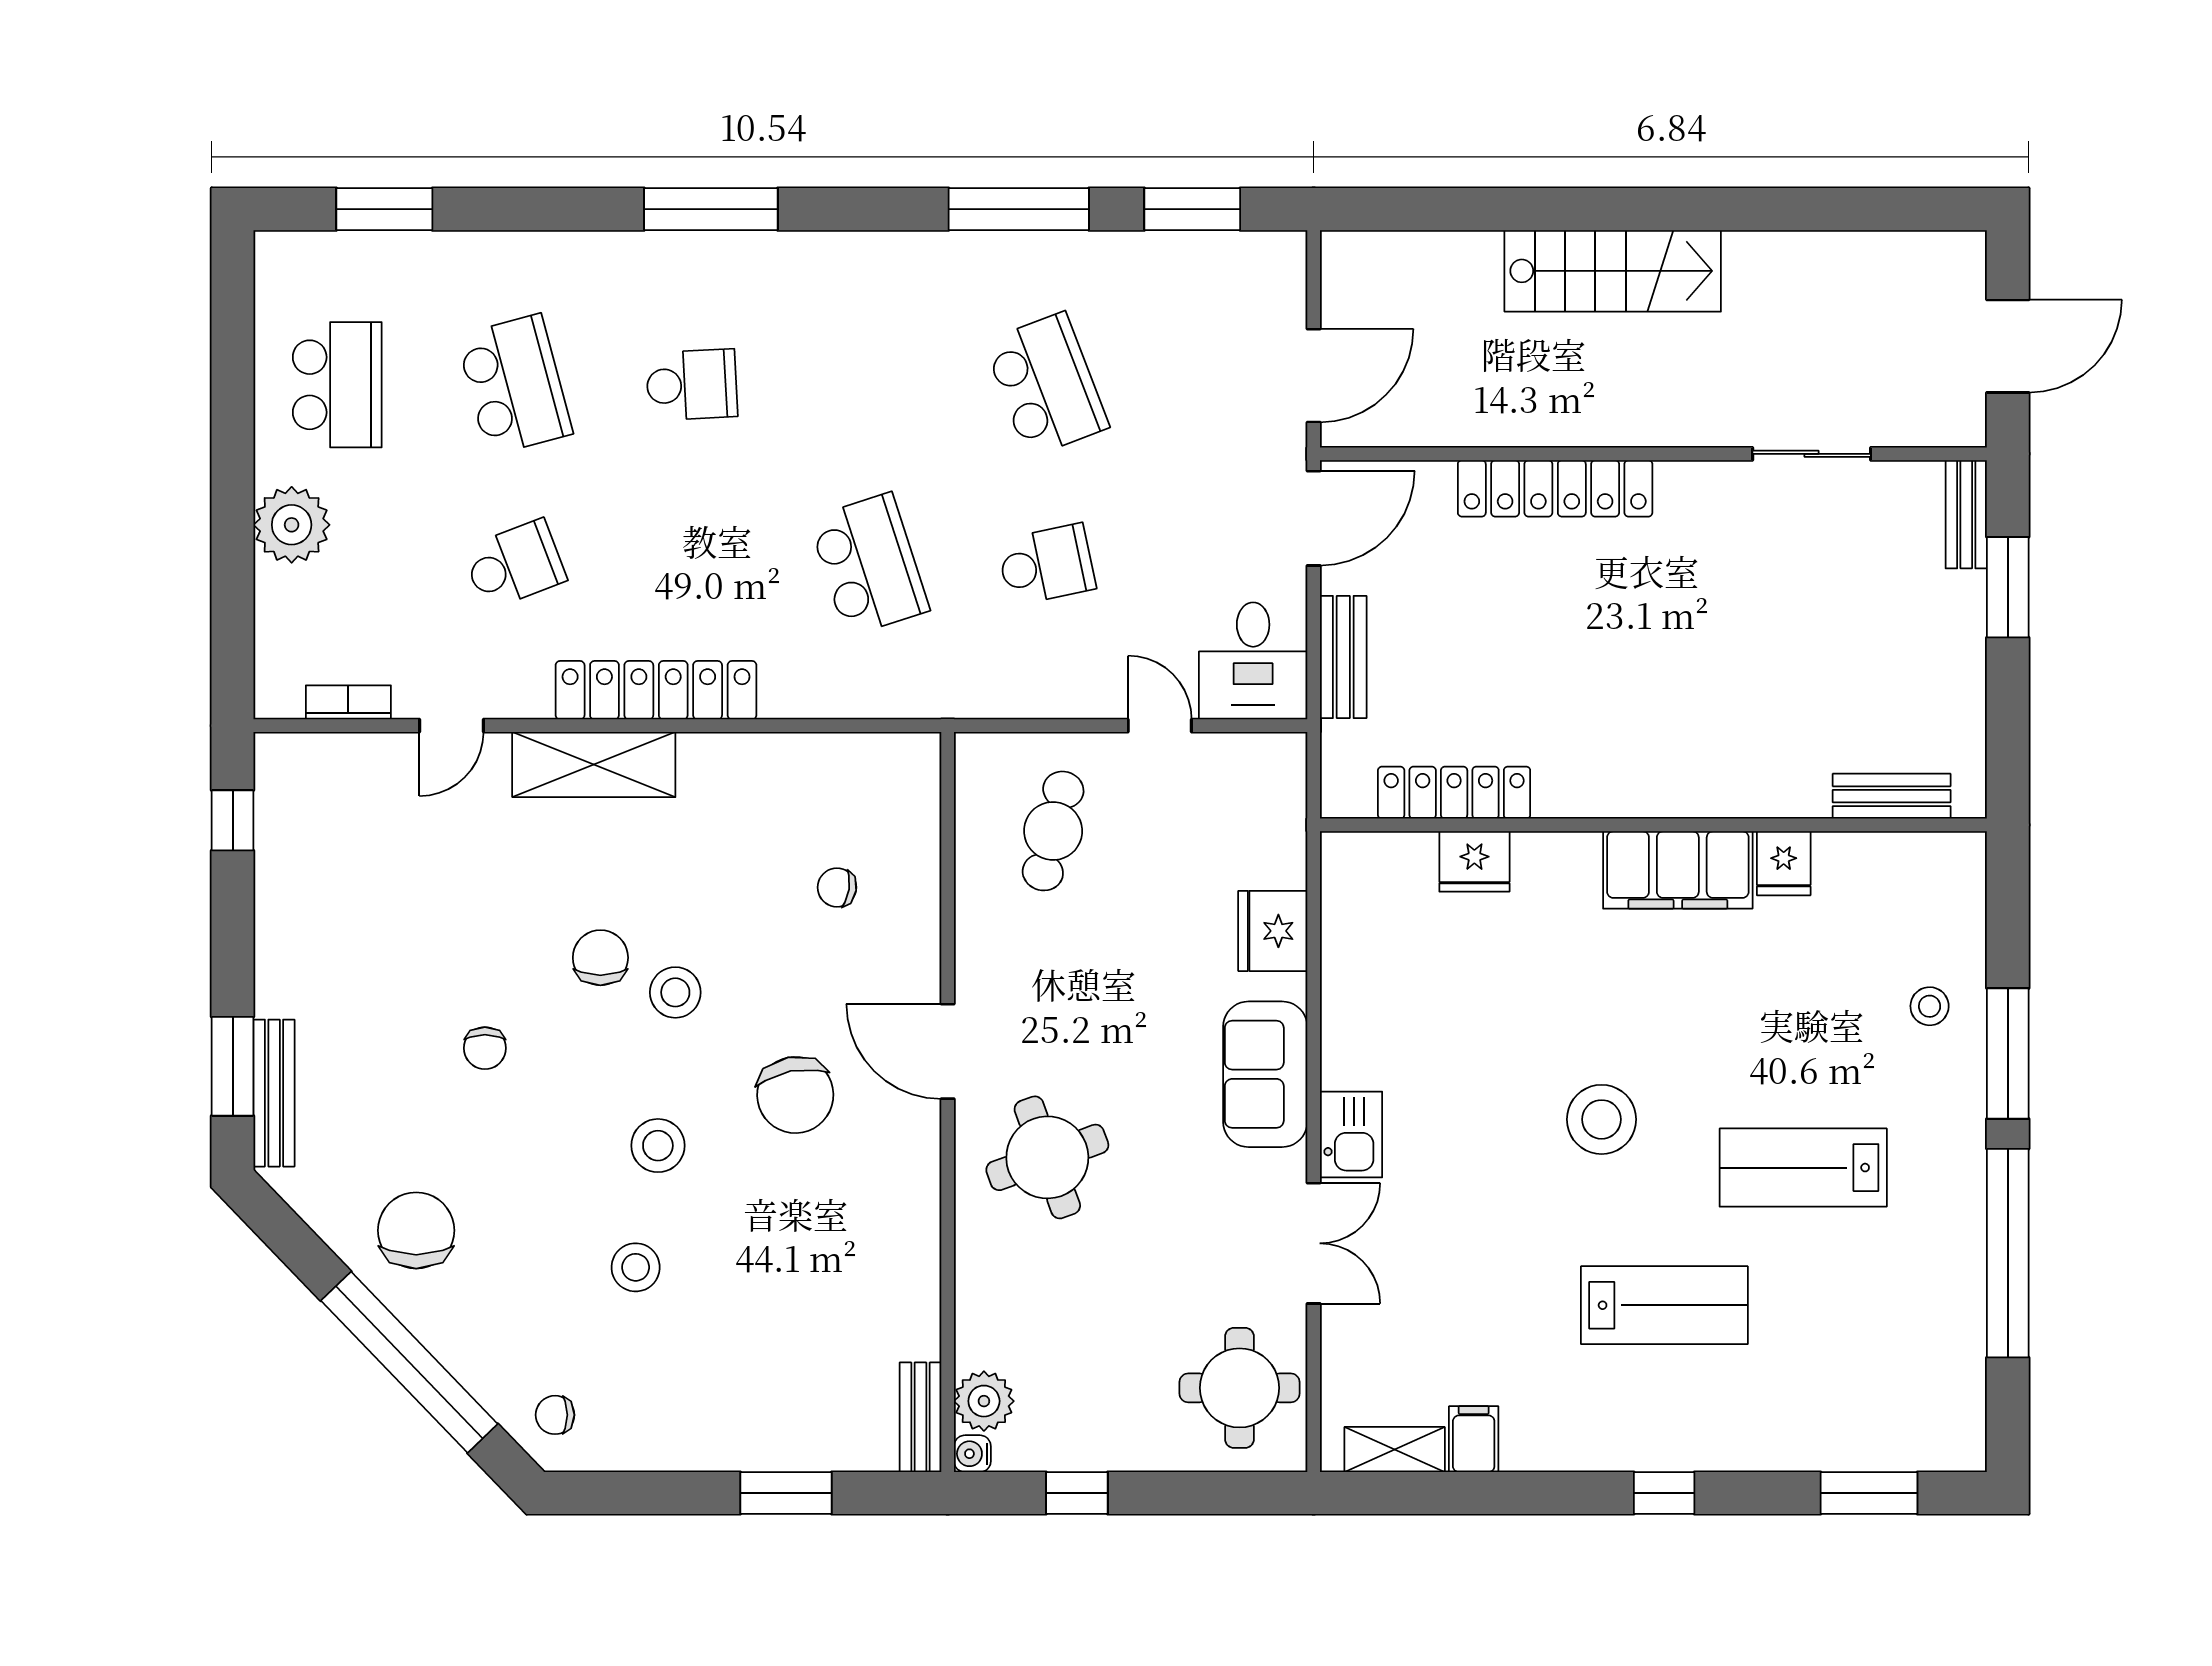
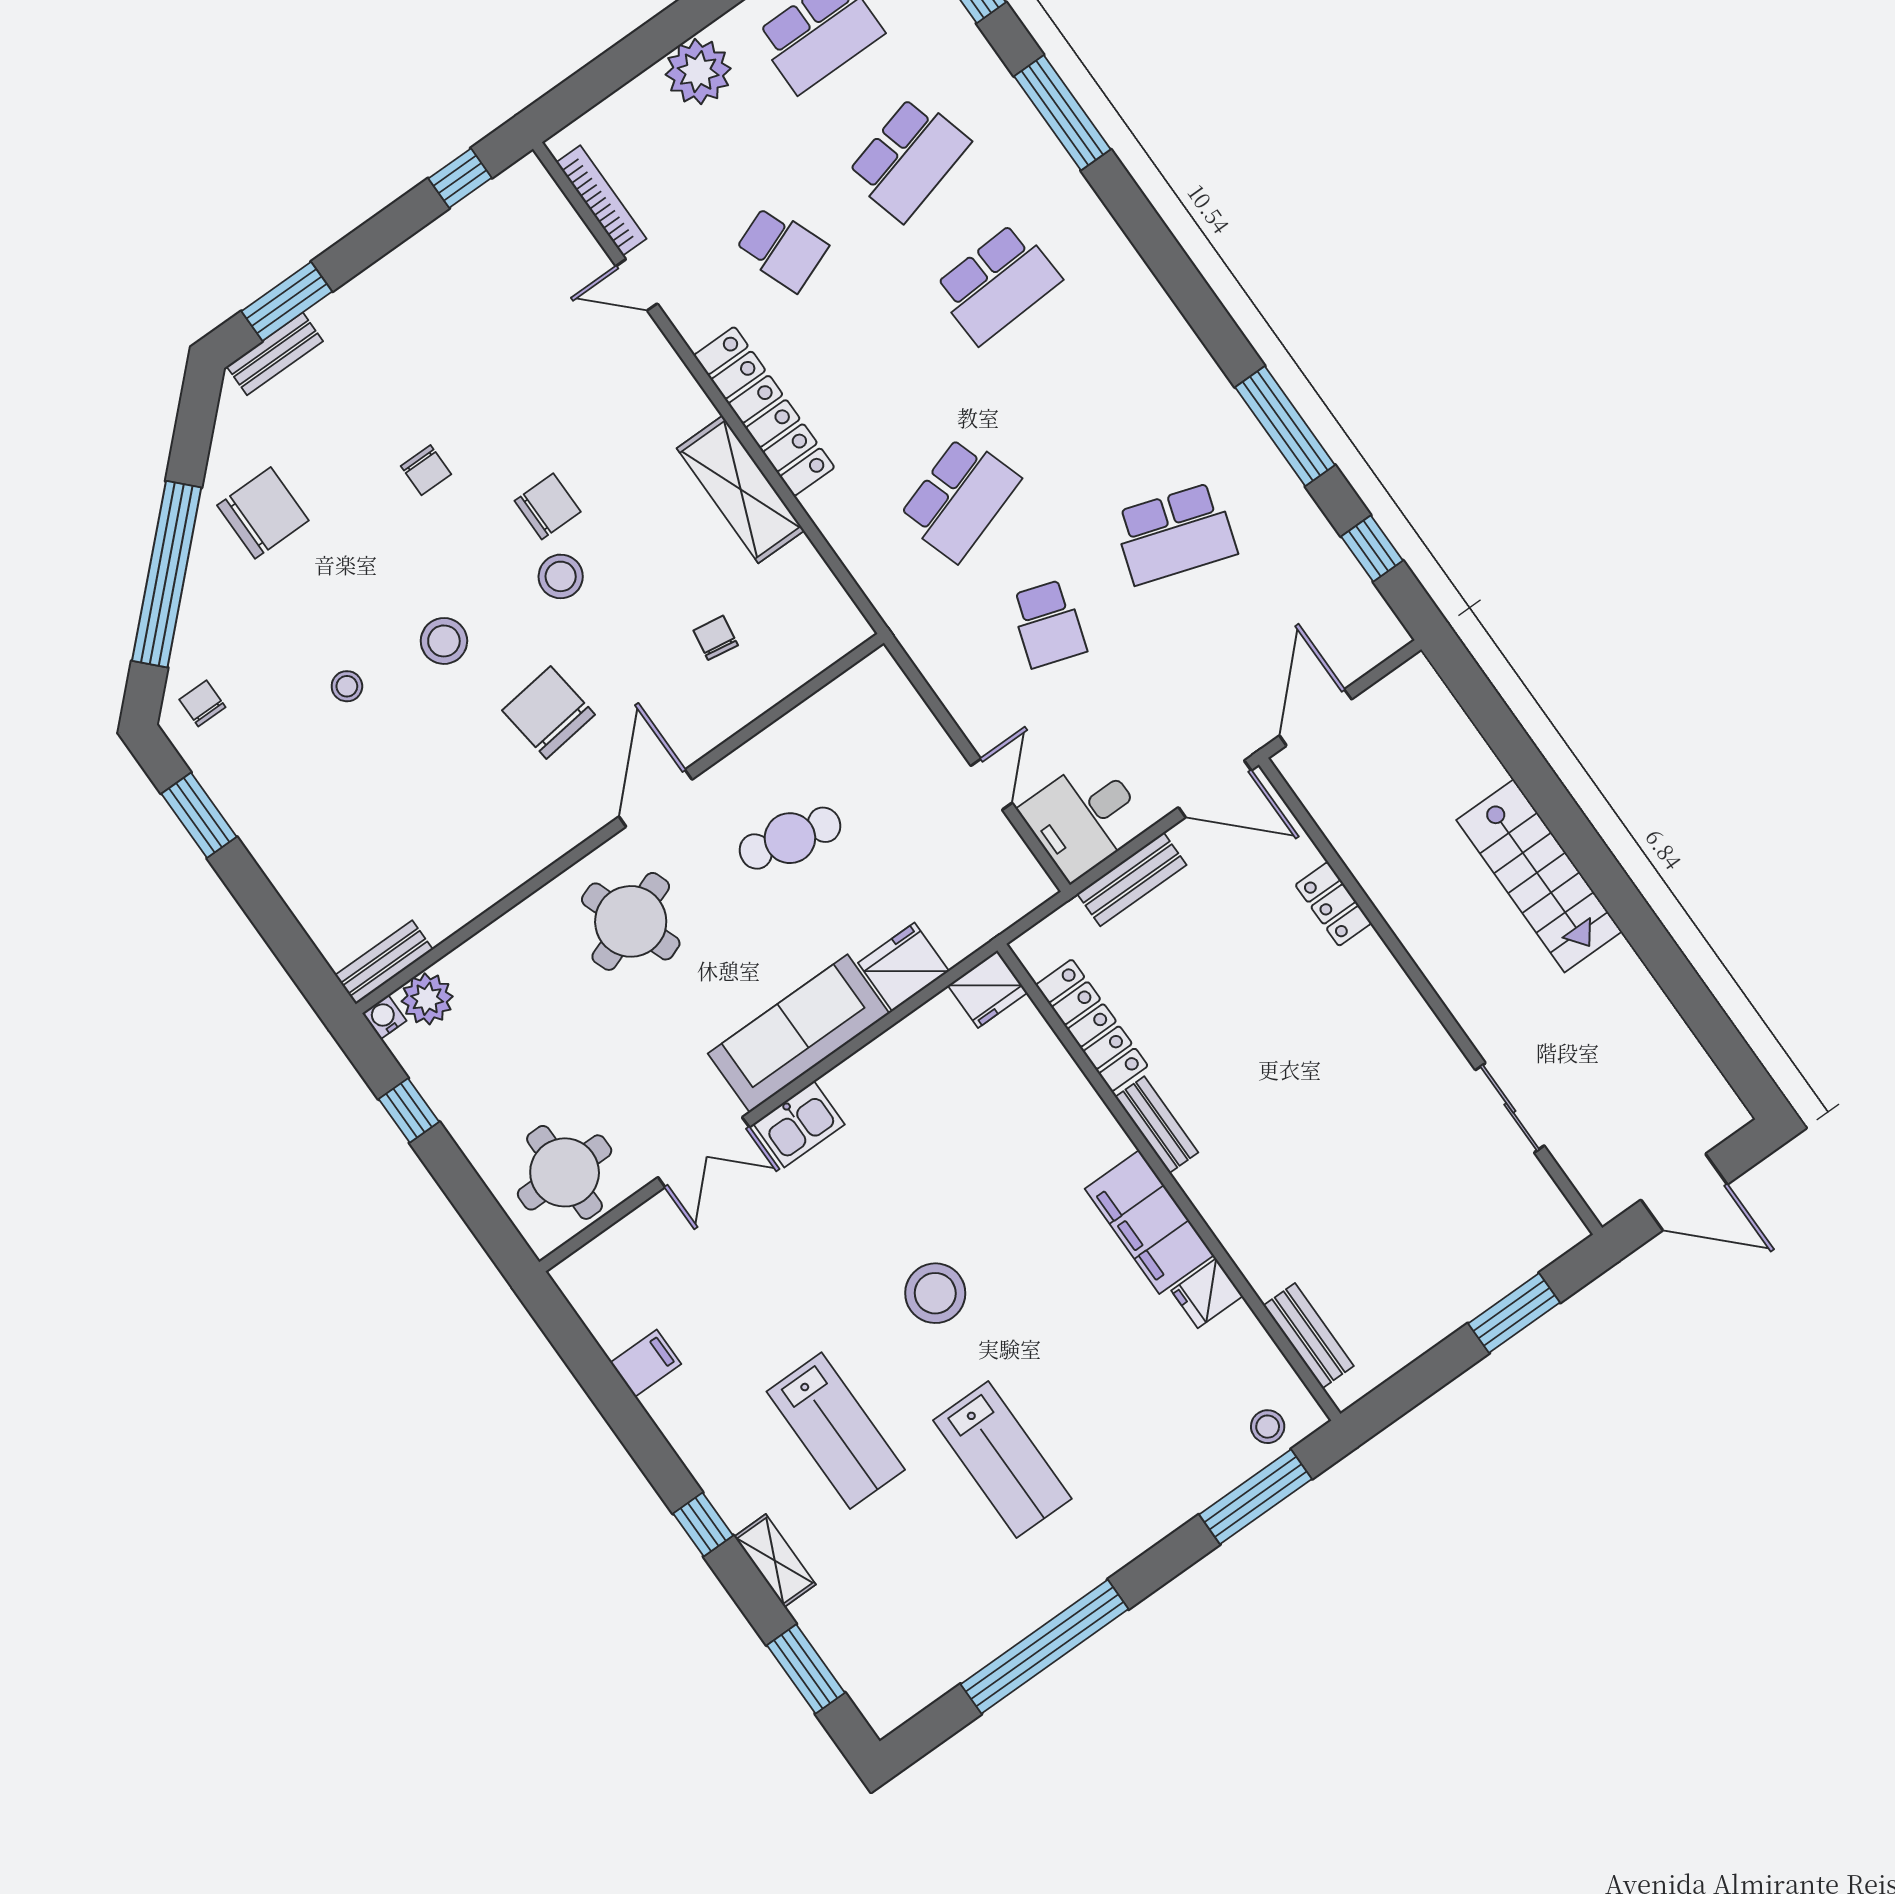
window: (711, 209) -> (1062, 113), moved
window: (1192, 209) -> (1372, 548), width x0.67
door: (1314, 376) -> (1315, 717), swing flipped
school desk: (692, 385) -> (997, 284), width x1.85
school desk: (1046, 385) -> (1175, 534), turned 39
locker: (1555, 488) -> (1333, 904), width x0.46, depth x0.83
bench: (1966, 514) -> (1157, 1125), moved, turned 90
school desk: (1046, 565) -> (1048, 624), turned 30
bookcase: (348, 702) -> (601, 201), width x1.56
shelving: (594, 765) -> (741, 489), moved
cafe table: (1053, 831) -> (790, 838), moved
fridge: (1474, 861) -> (988, 989), moved, turned -90
stool: (1930, 1006) -> (1268, 1427), moved
chair: (485, 1048) -> (426, 470), turned -90
window: (2008, 1054) -> (1255, 1497), moved
sofa: (1265, 1074) -> (799, 1033), width x1.36
bench: (274, 1093) -> (275, 354), width x0.73
chair: (795, 1095) -> (549, 712), turned 94
lab bench: (1803, 1168) -> (1002, 1460), turned 180
stool: (636, 1267) -> (347, 686), width x0.73, depth x0.73
shelving: (1395, 1450) -> (775, 1561), moved
window: (786, 1493) -> (199, 815), moved

